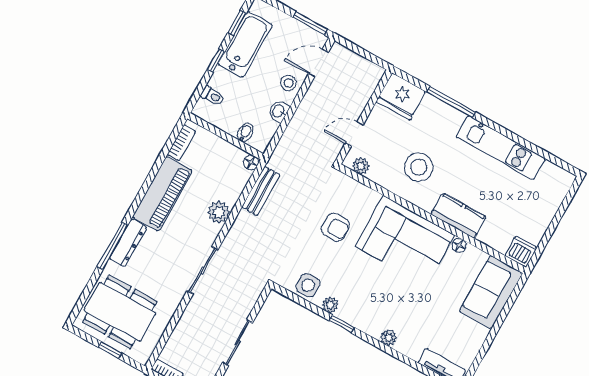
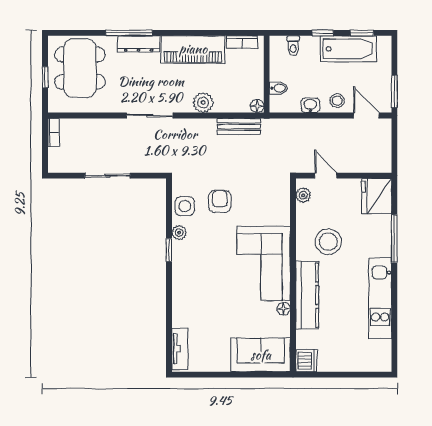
kitchen counter: (459, 216) -> (307, 295), width x1.50
armchair: (335, 227) -> (220, 201), moved, turned 180
plant: (389, 337) -> (179, 293), removed

